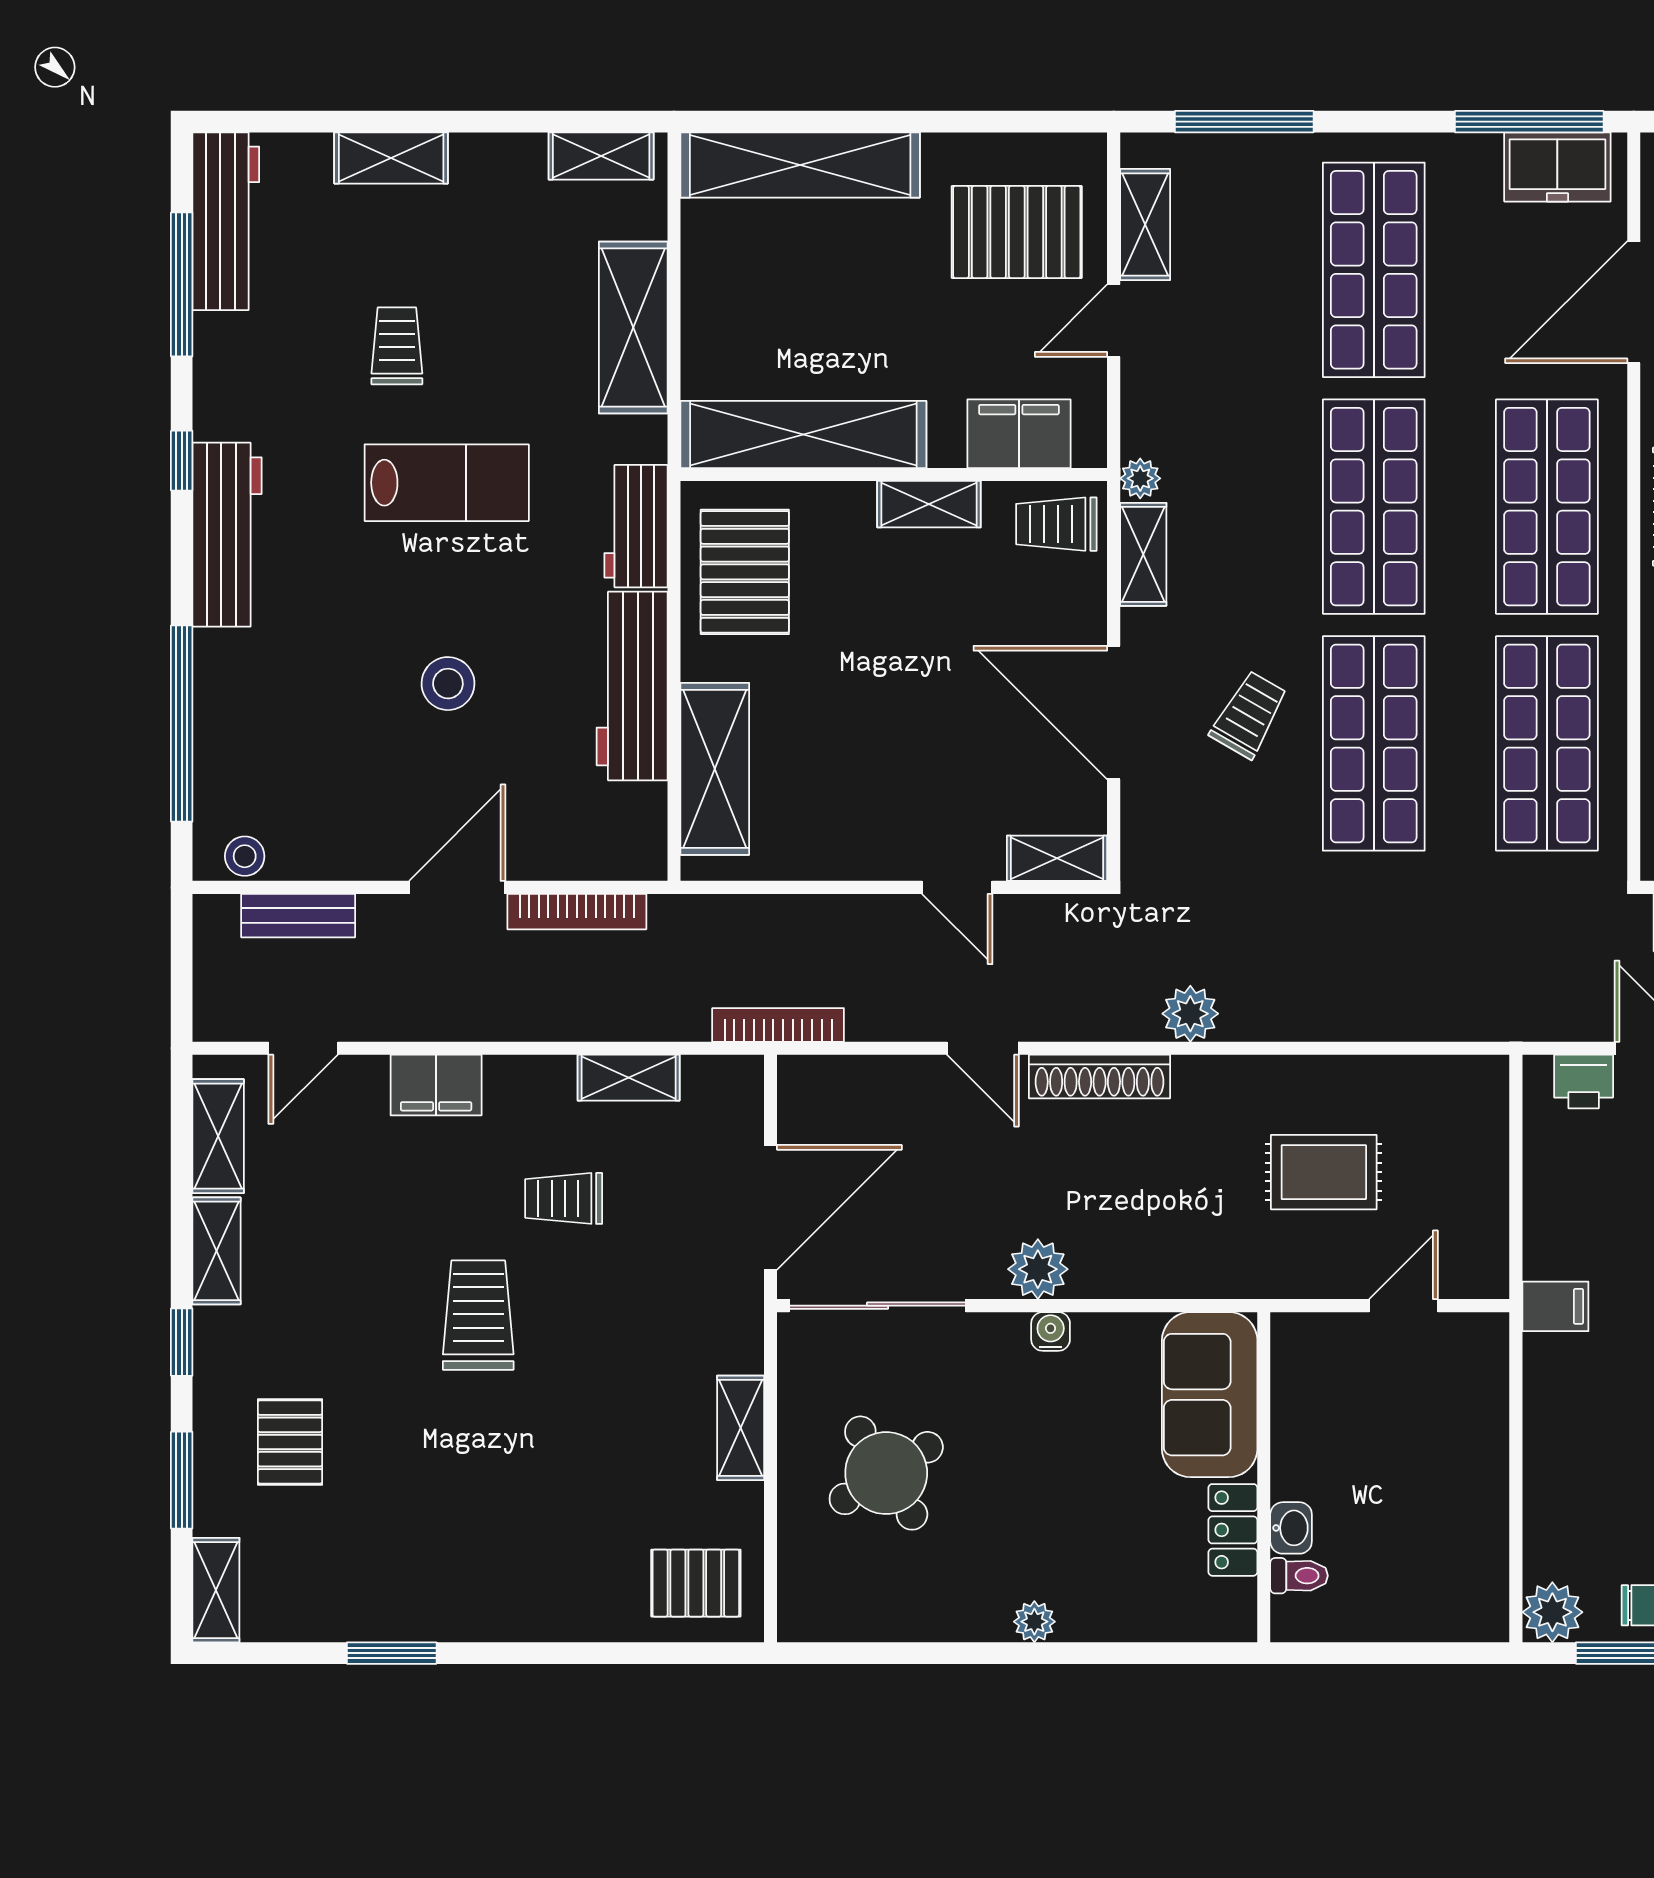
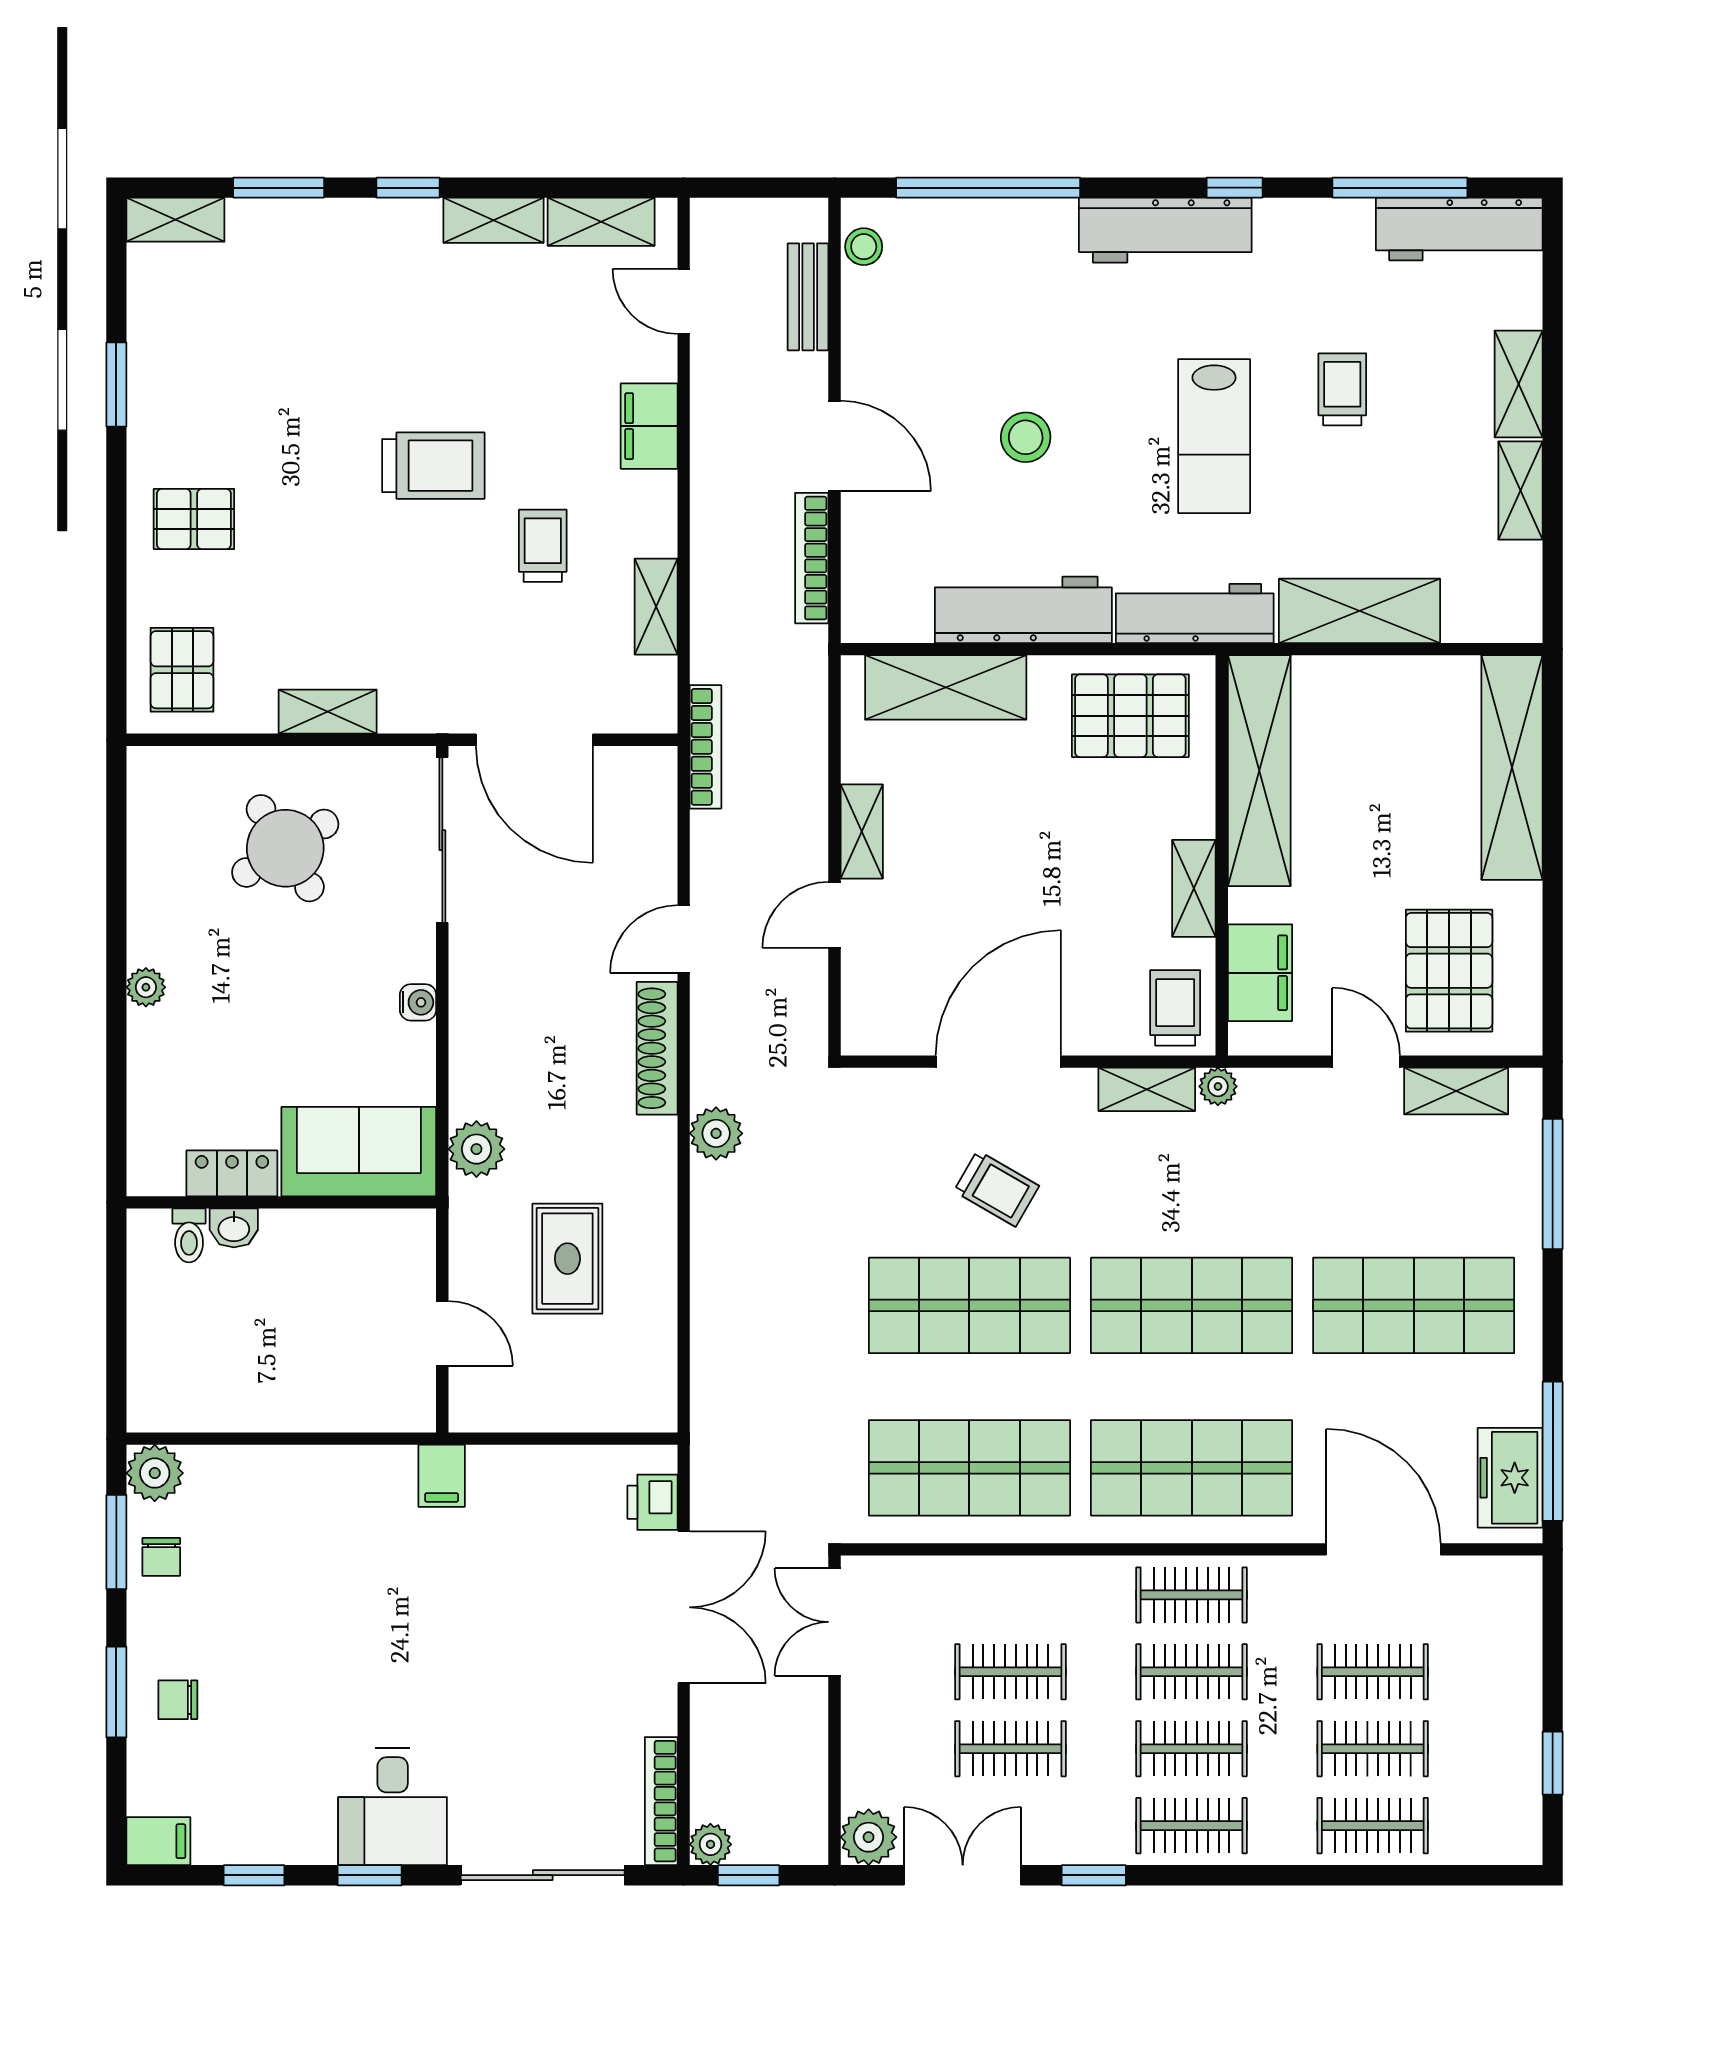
shelving: (601, 156) -> (1520, 490), moved
trolley: (397, 346) -> (1342, 389), turned -90
workbench: (636, 526) -> (1195, 614), width x1.38
shelving: (1057, 858) -> (862, 831), moved
plant: (1038, 1269) -> (476, 1149), moved
pallet: (290, 1442) -> (194, 519), moved

